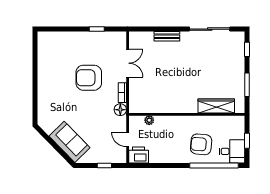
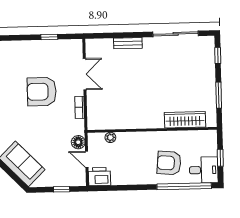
floor lamp: (120, 110) -> (78, 142), moved

